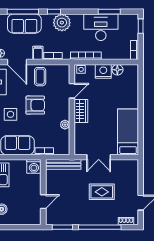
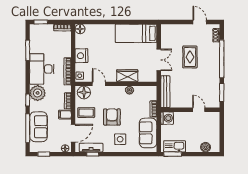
desk: (101, 27) -> (42, 69), moved
floor lamp: (117, 70) -> (80, 29), moved
floor lamp: (62, 74) -> (84, 92), added
wardrobe: (81, 111) -> (127, 76), moved

